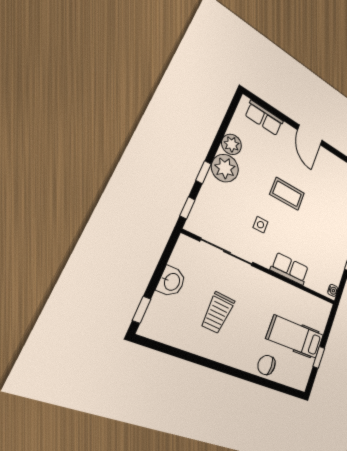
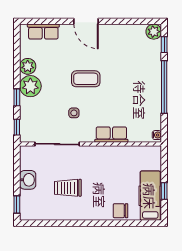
trolley: (218, 313) -> (68, 188), turned 86
hospital bed: (295, 337) -> (150, 196), moved, turned 90

